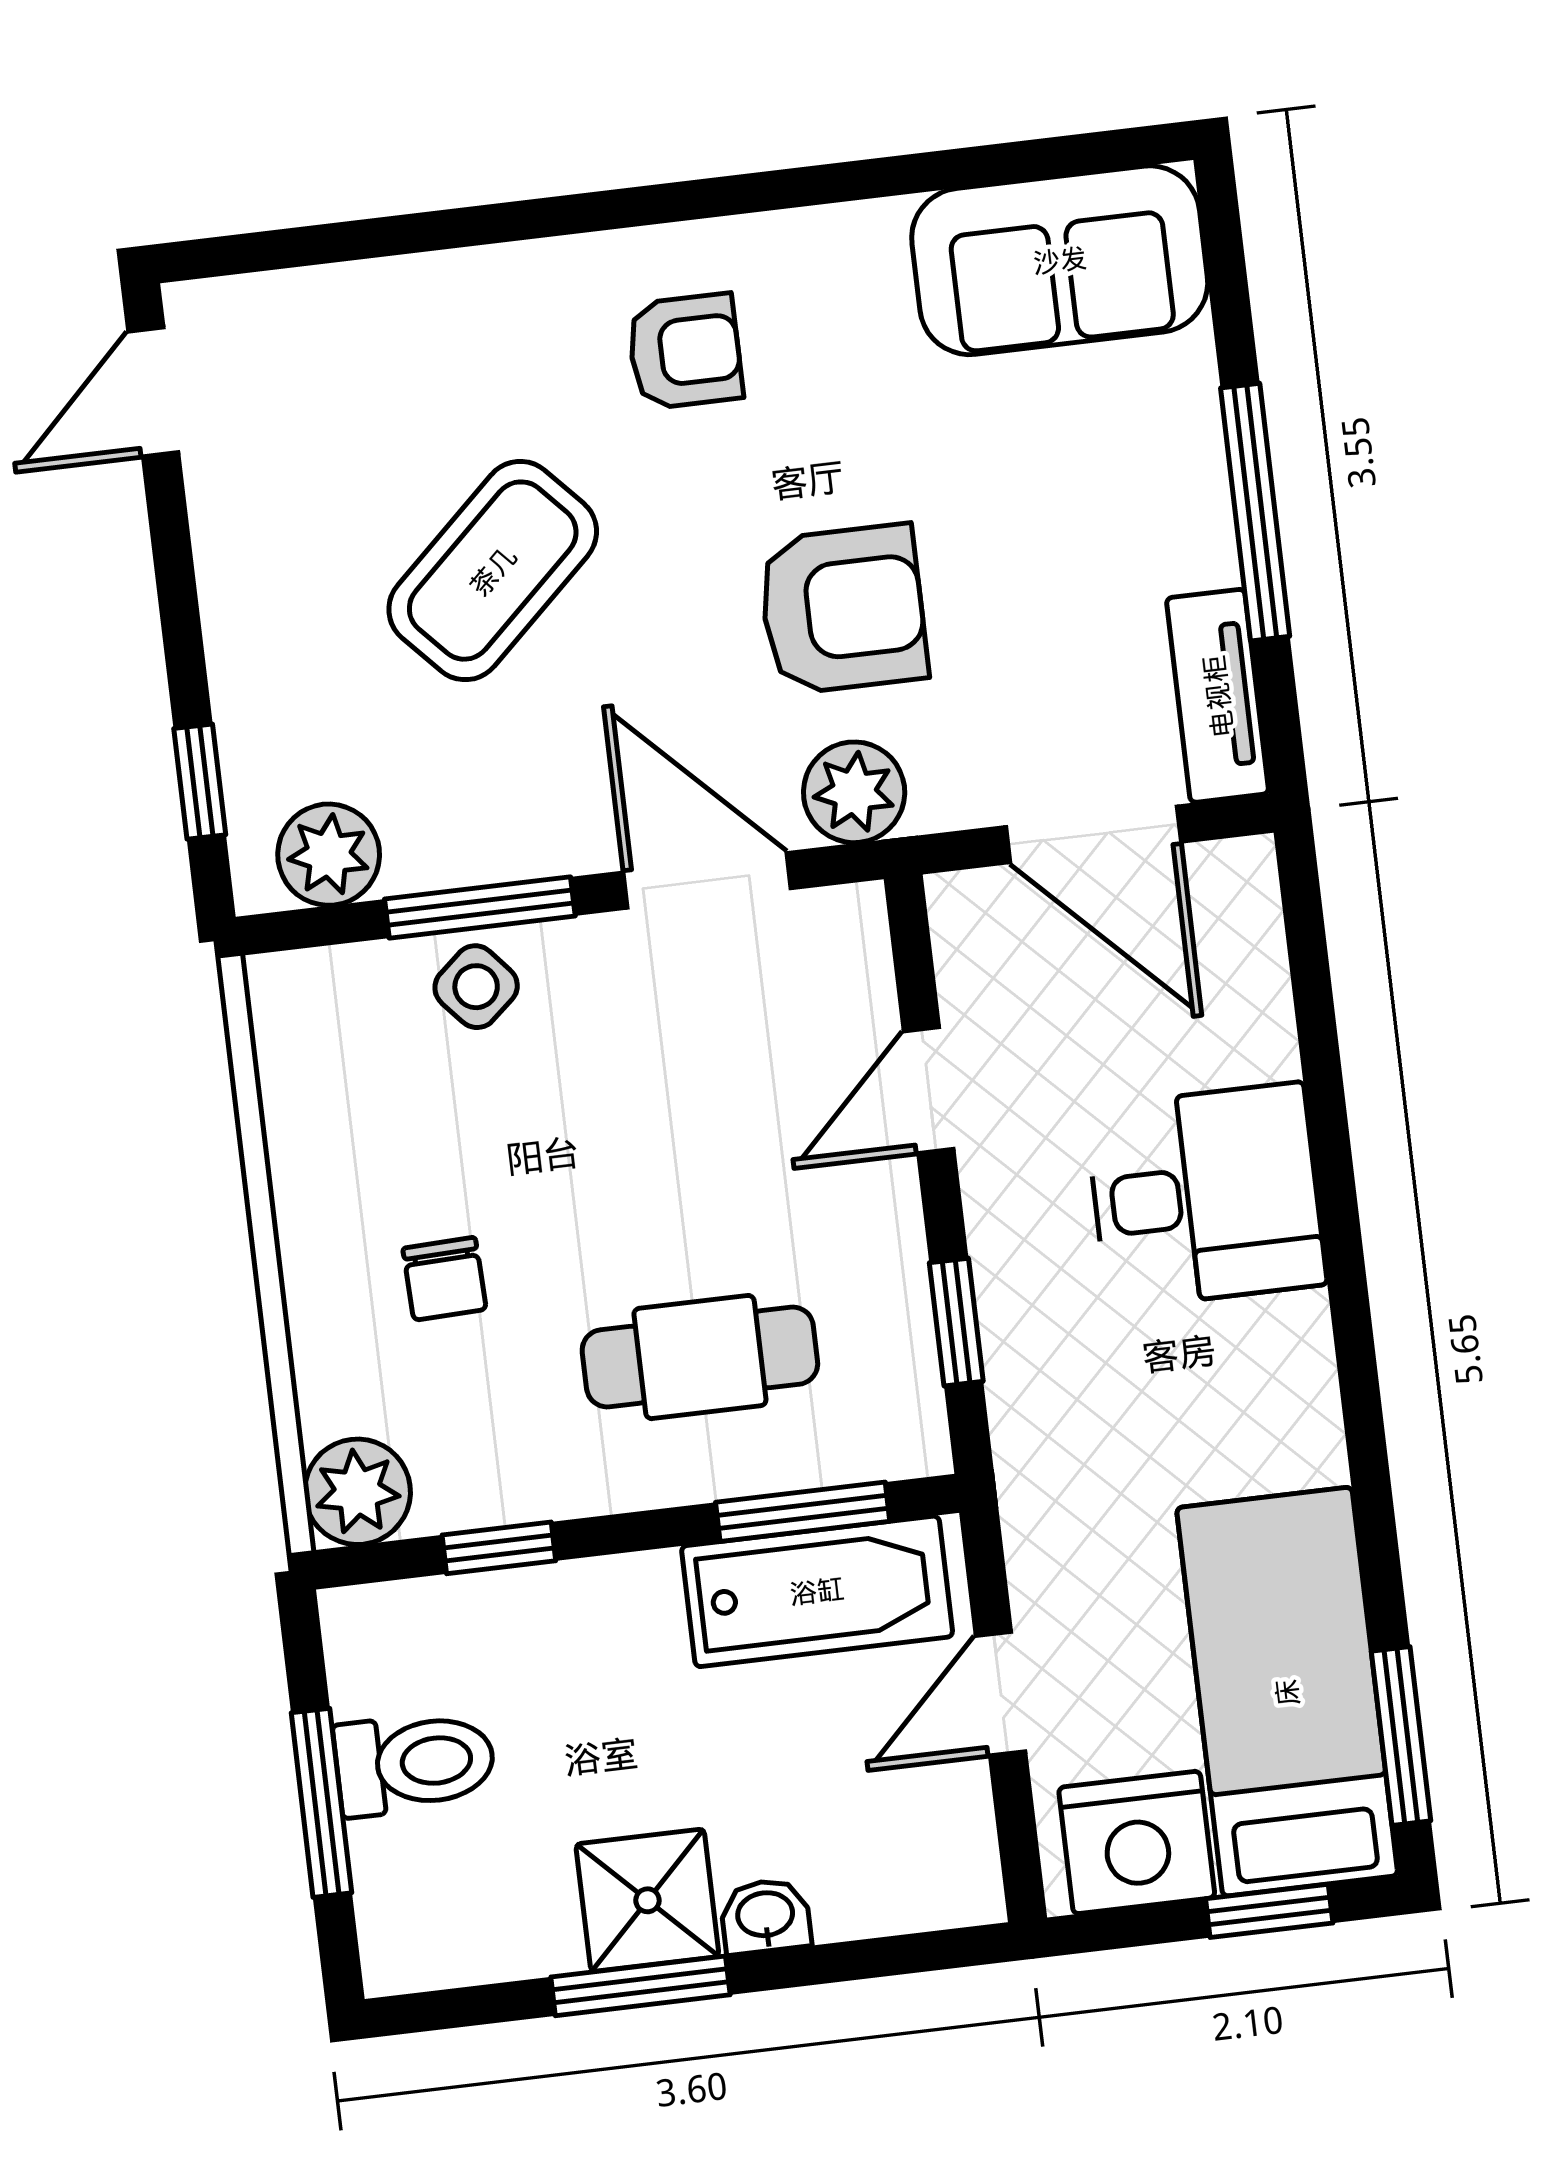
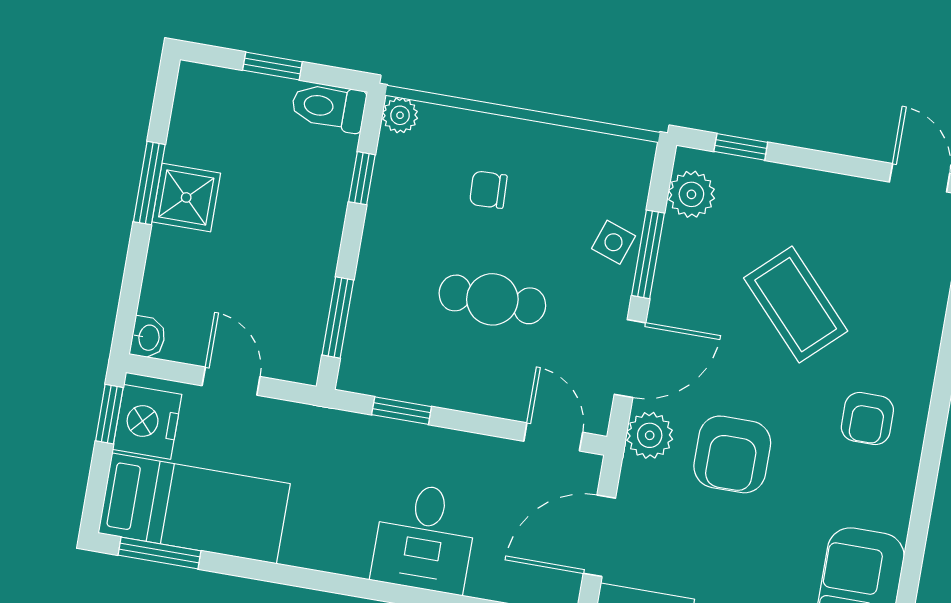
side table: (476, 987) -> (614, 242), turned -30
door: (929, 1090) -> (553, 437), moved
cafe table: (700, 1357) -> (492, 299), moved, turned 90
plant: (357, 1492) -> (400, 115), width x0.73, depth x0.73
bathtub: (817, 1591) -> (301, 313), removed
toilet: (415, 1763) -> (329, 107), moved, turned 90
window: (321, 1803) -> (272, 66), width x0.67
window: (1269, 1911) -> (109, 414), moved
washbasin: (765, 1916) -> (148, 337), moved

